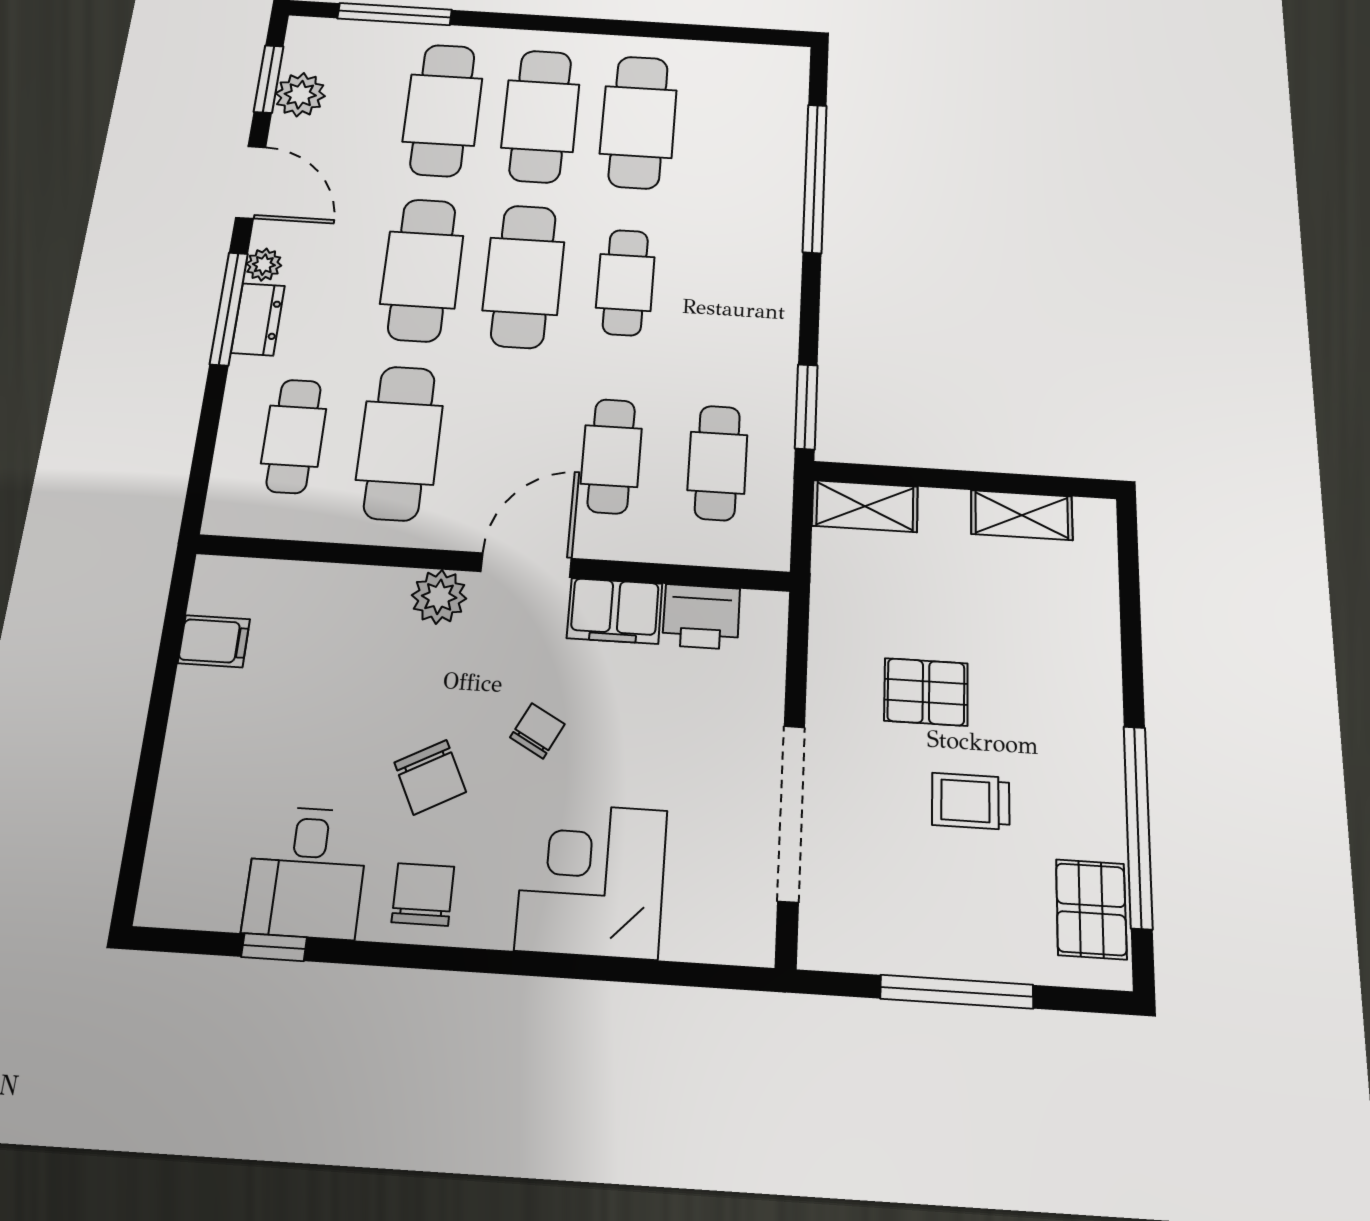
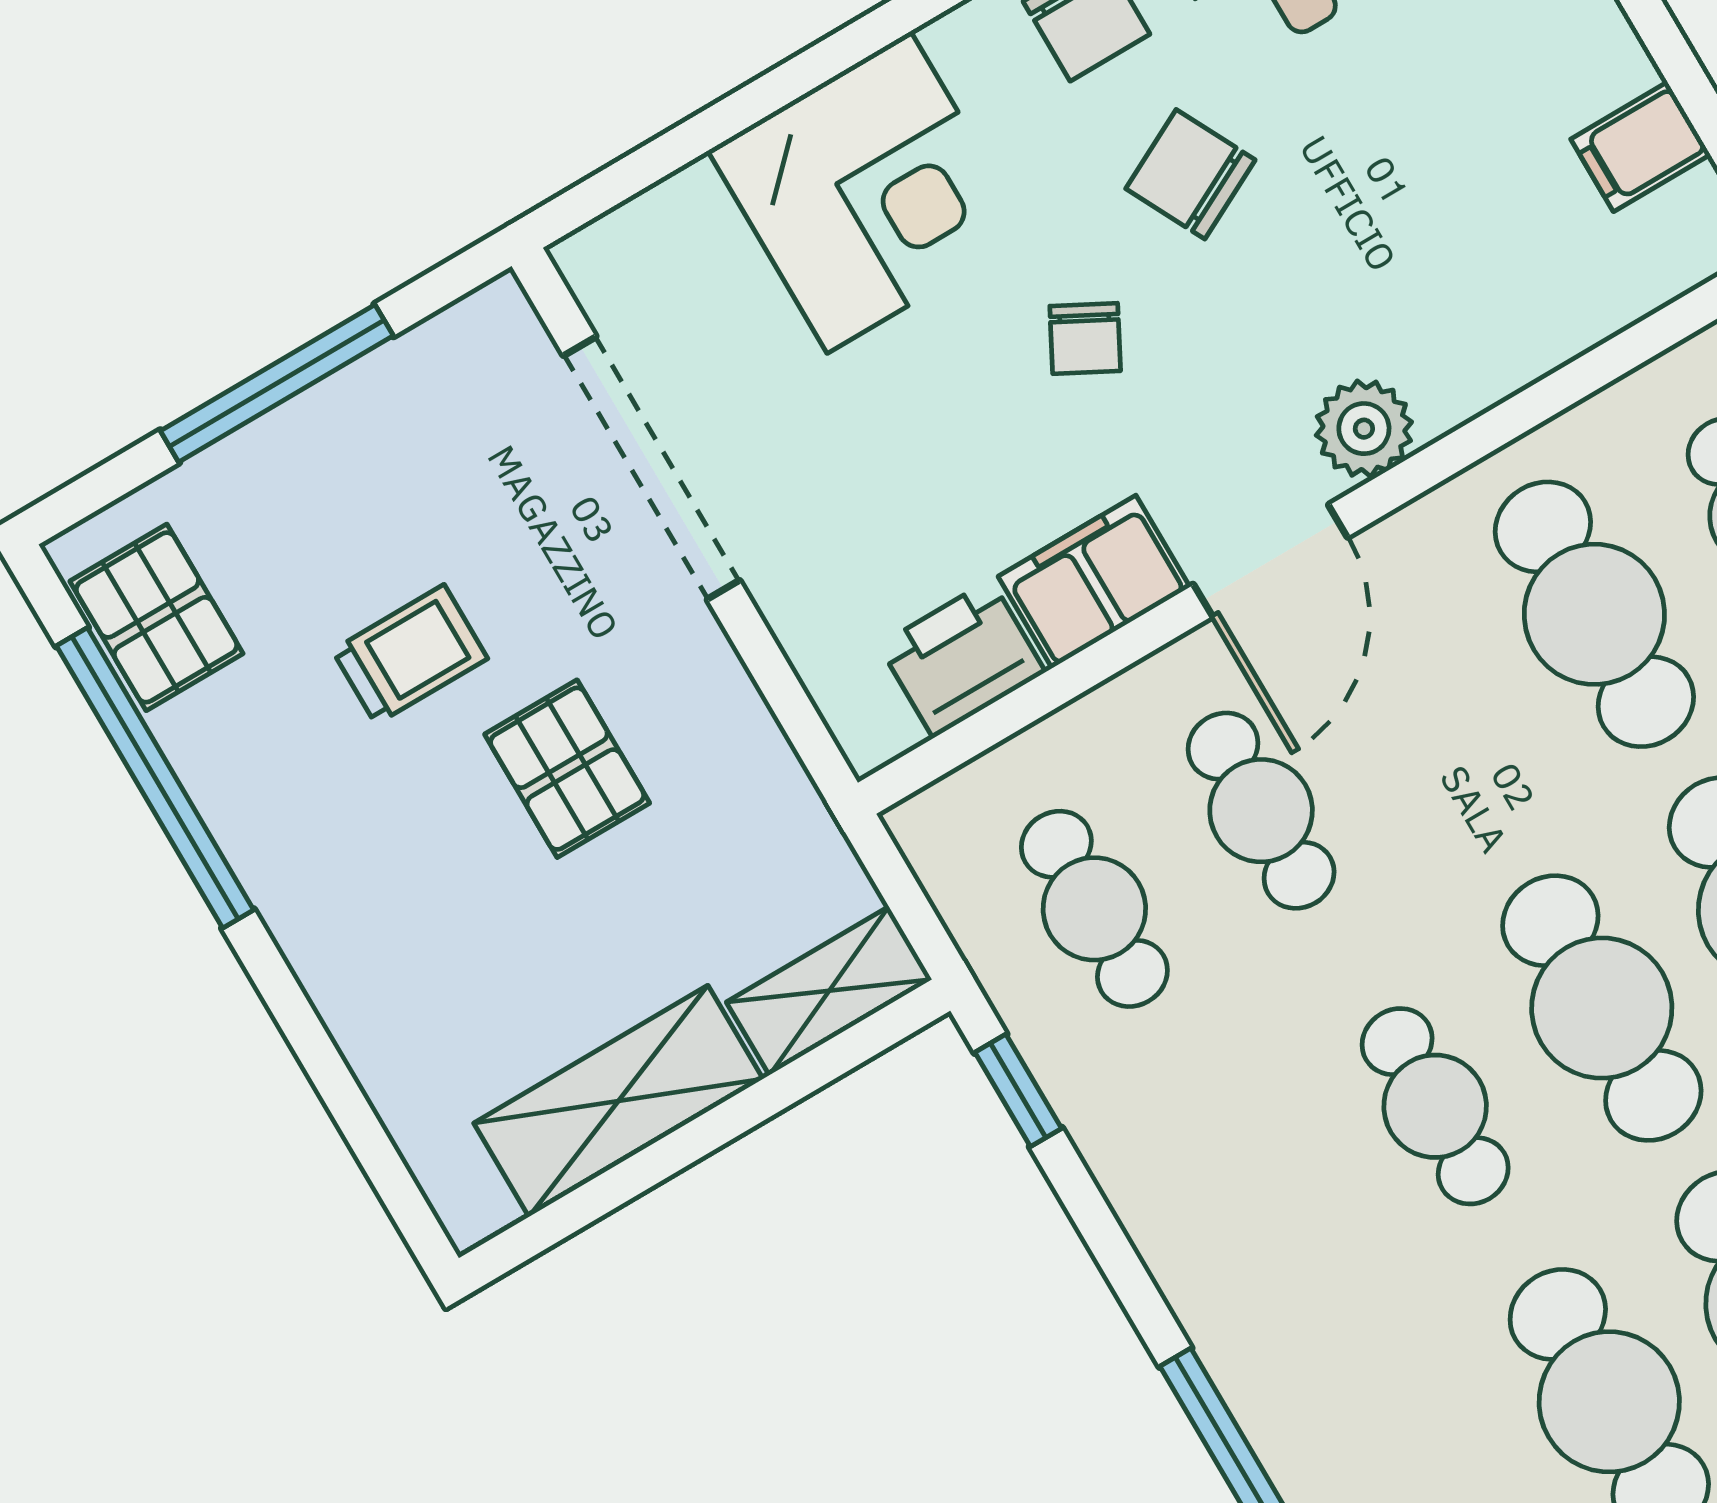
window: (806, 407) -> (1018, 1090), width x0.67
shelving: (1022, 515) -> (618, 1101), width x1.50, depth x1.33
pallet: (926, 692) -> (567, 769), turned 90

